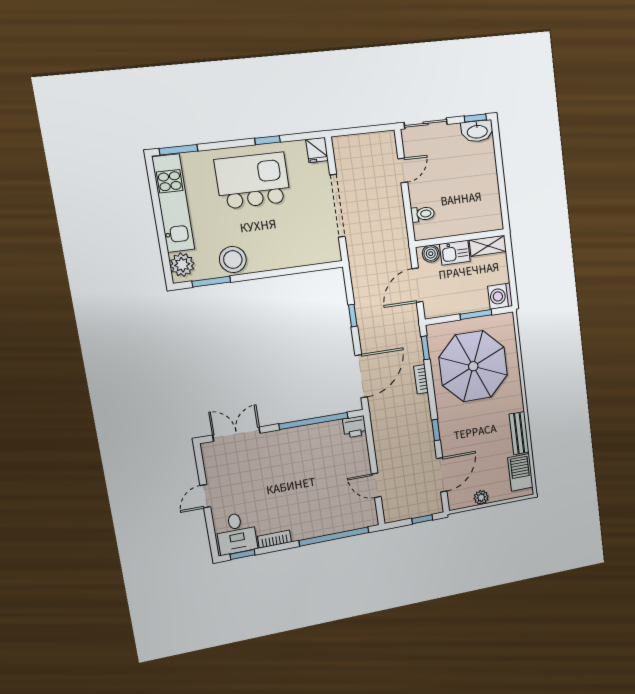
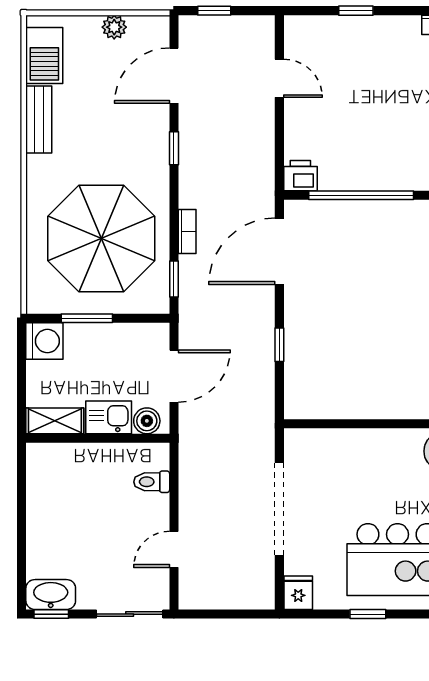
window: (334, 537) -> (356, 11), width x0.32

